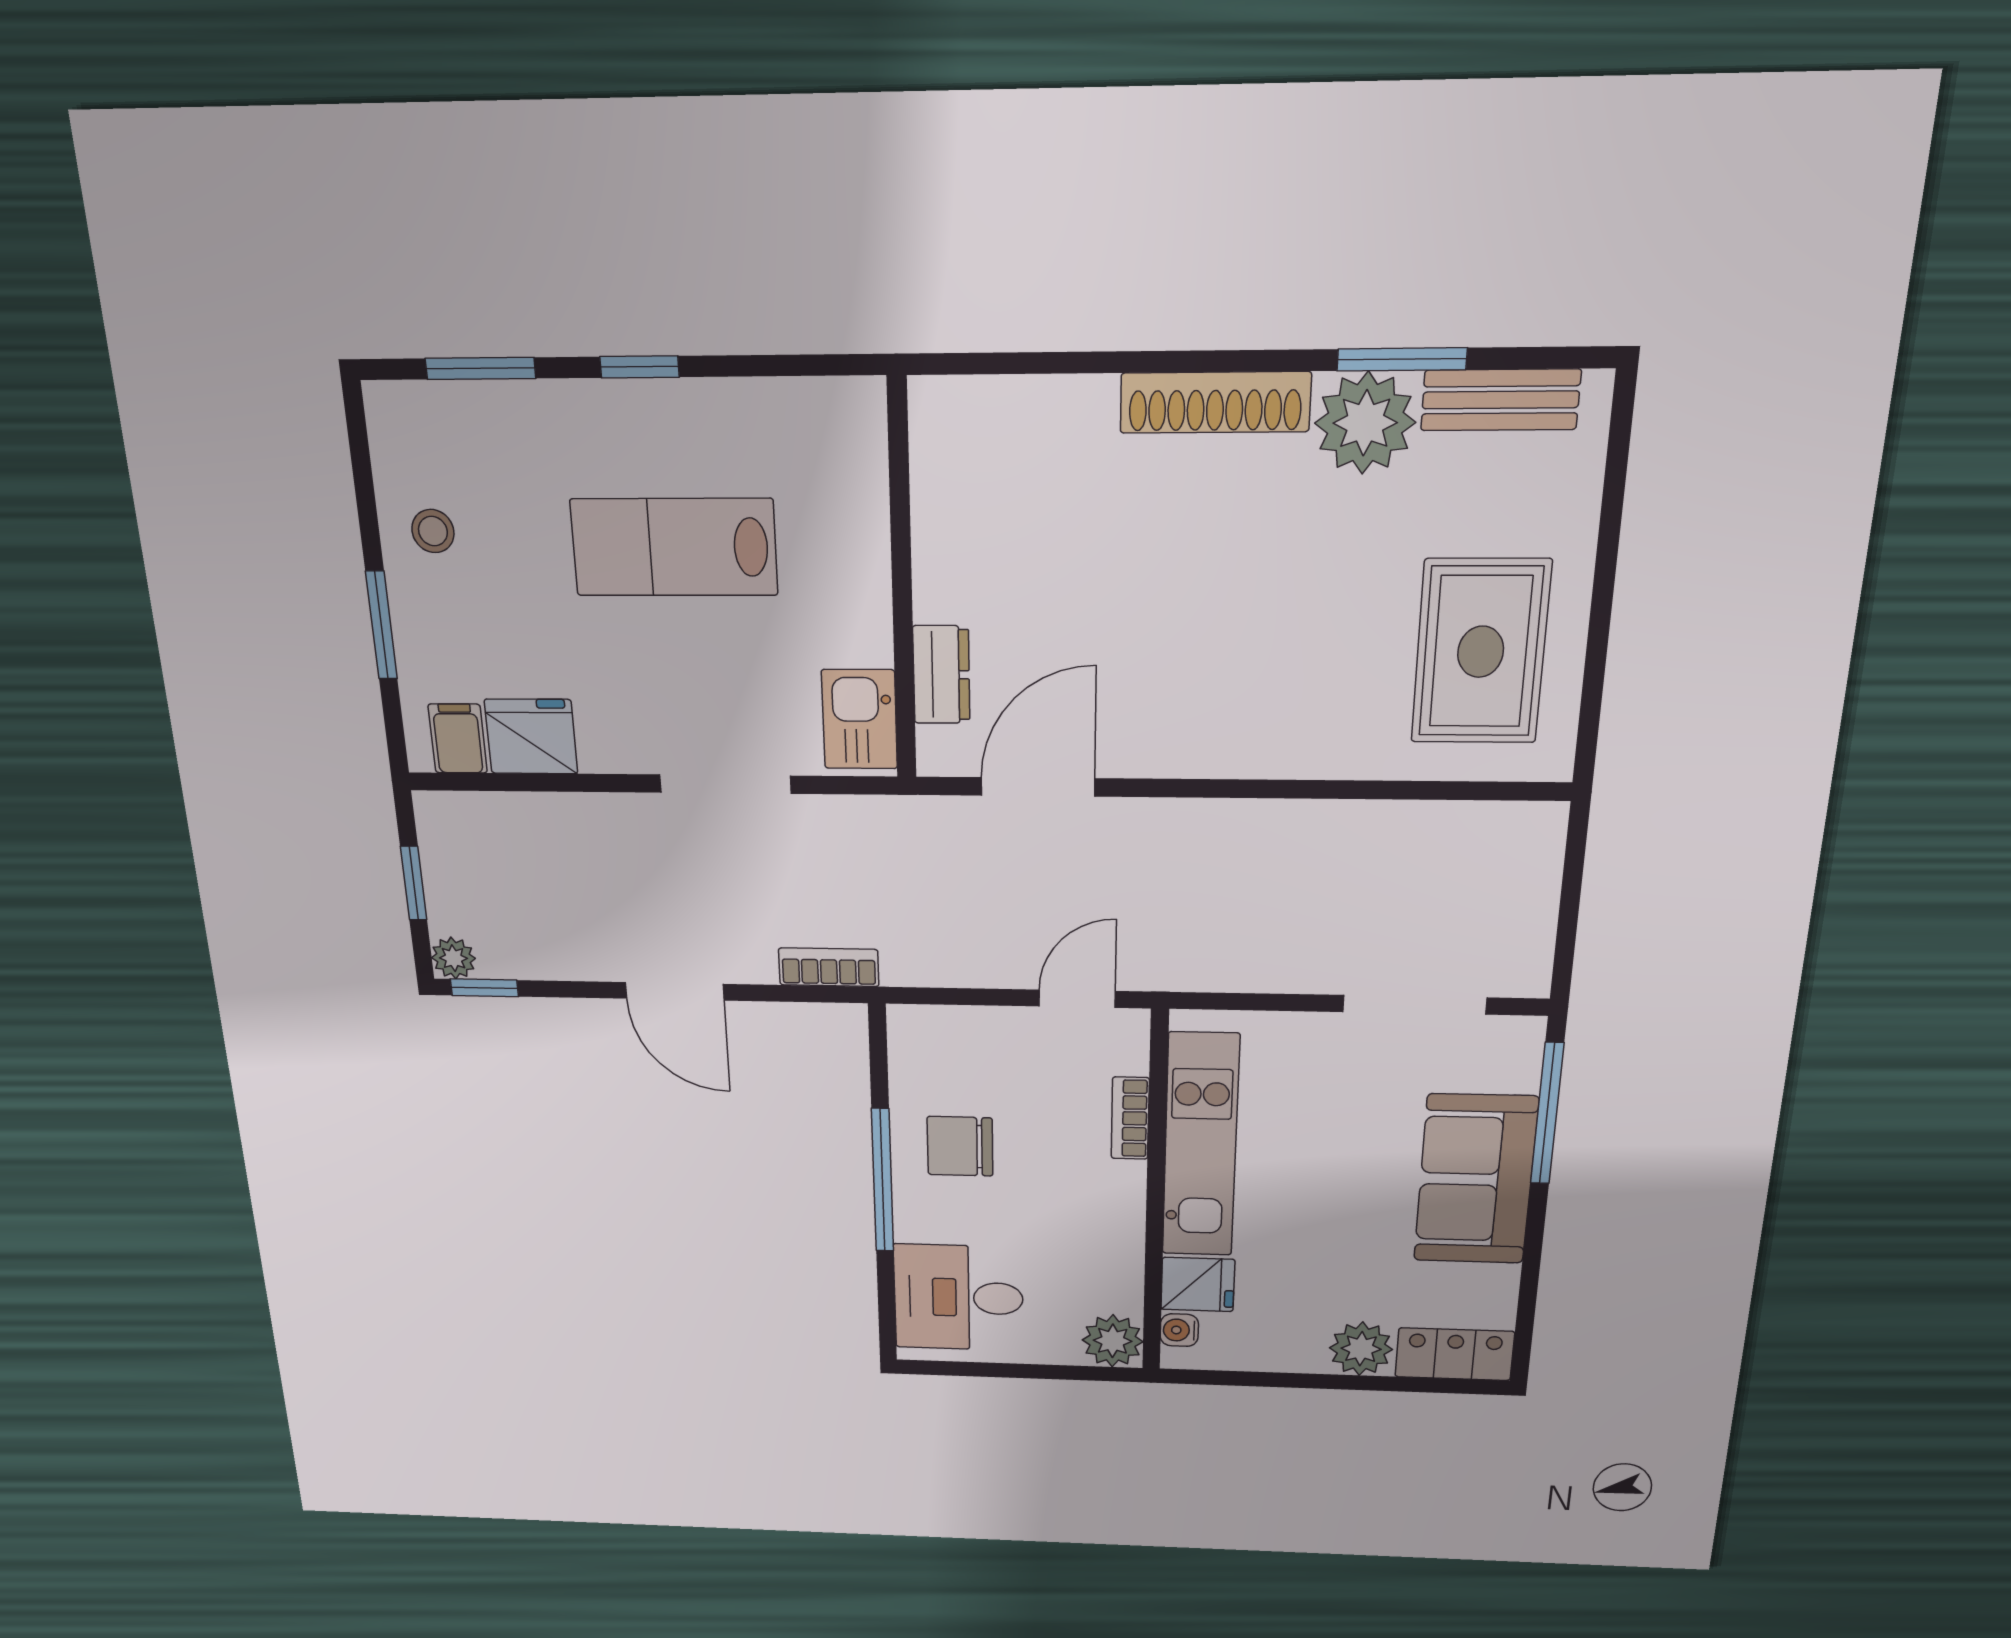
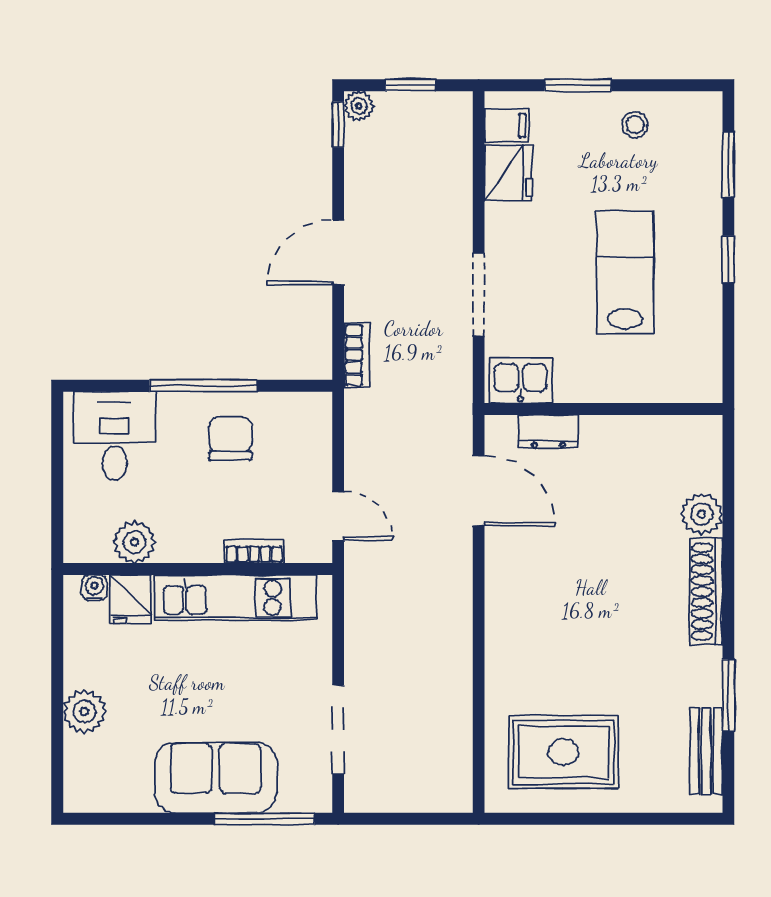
plant: (1365, 423) -> (702, 514), moved, width x0.73, depth x0.73
plant: (1113, 1341) -> (134, 542), moved
locker: (1455, 1354) -> (82, 774), removed

